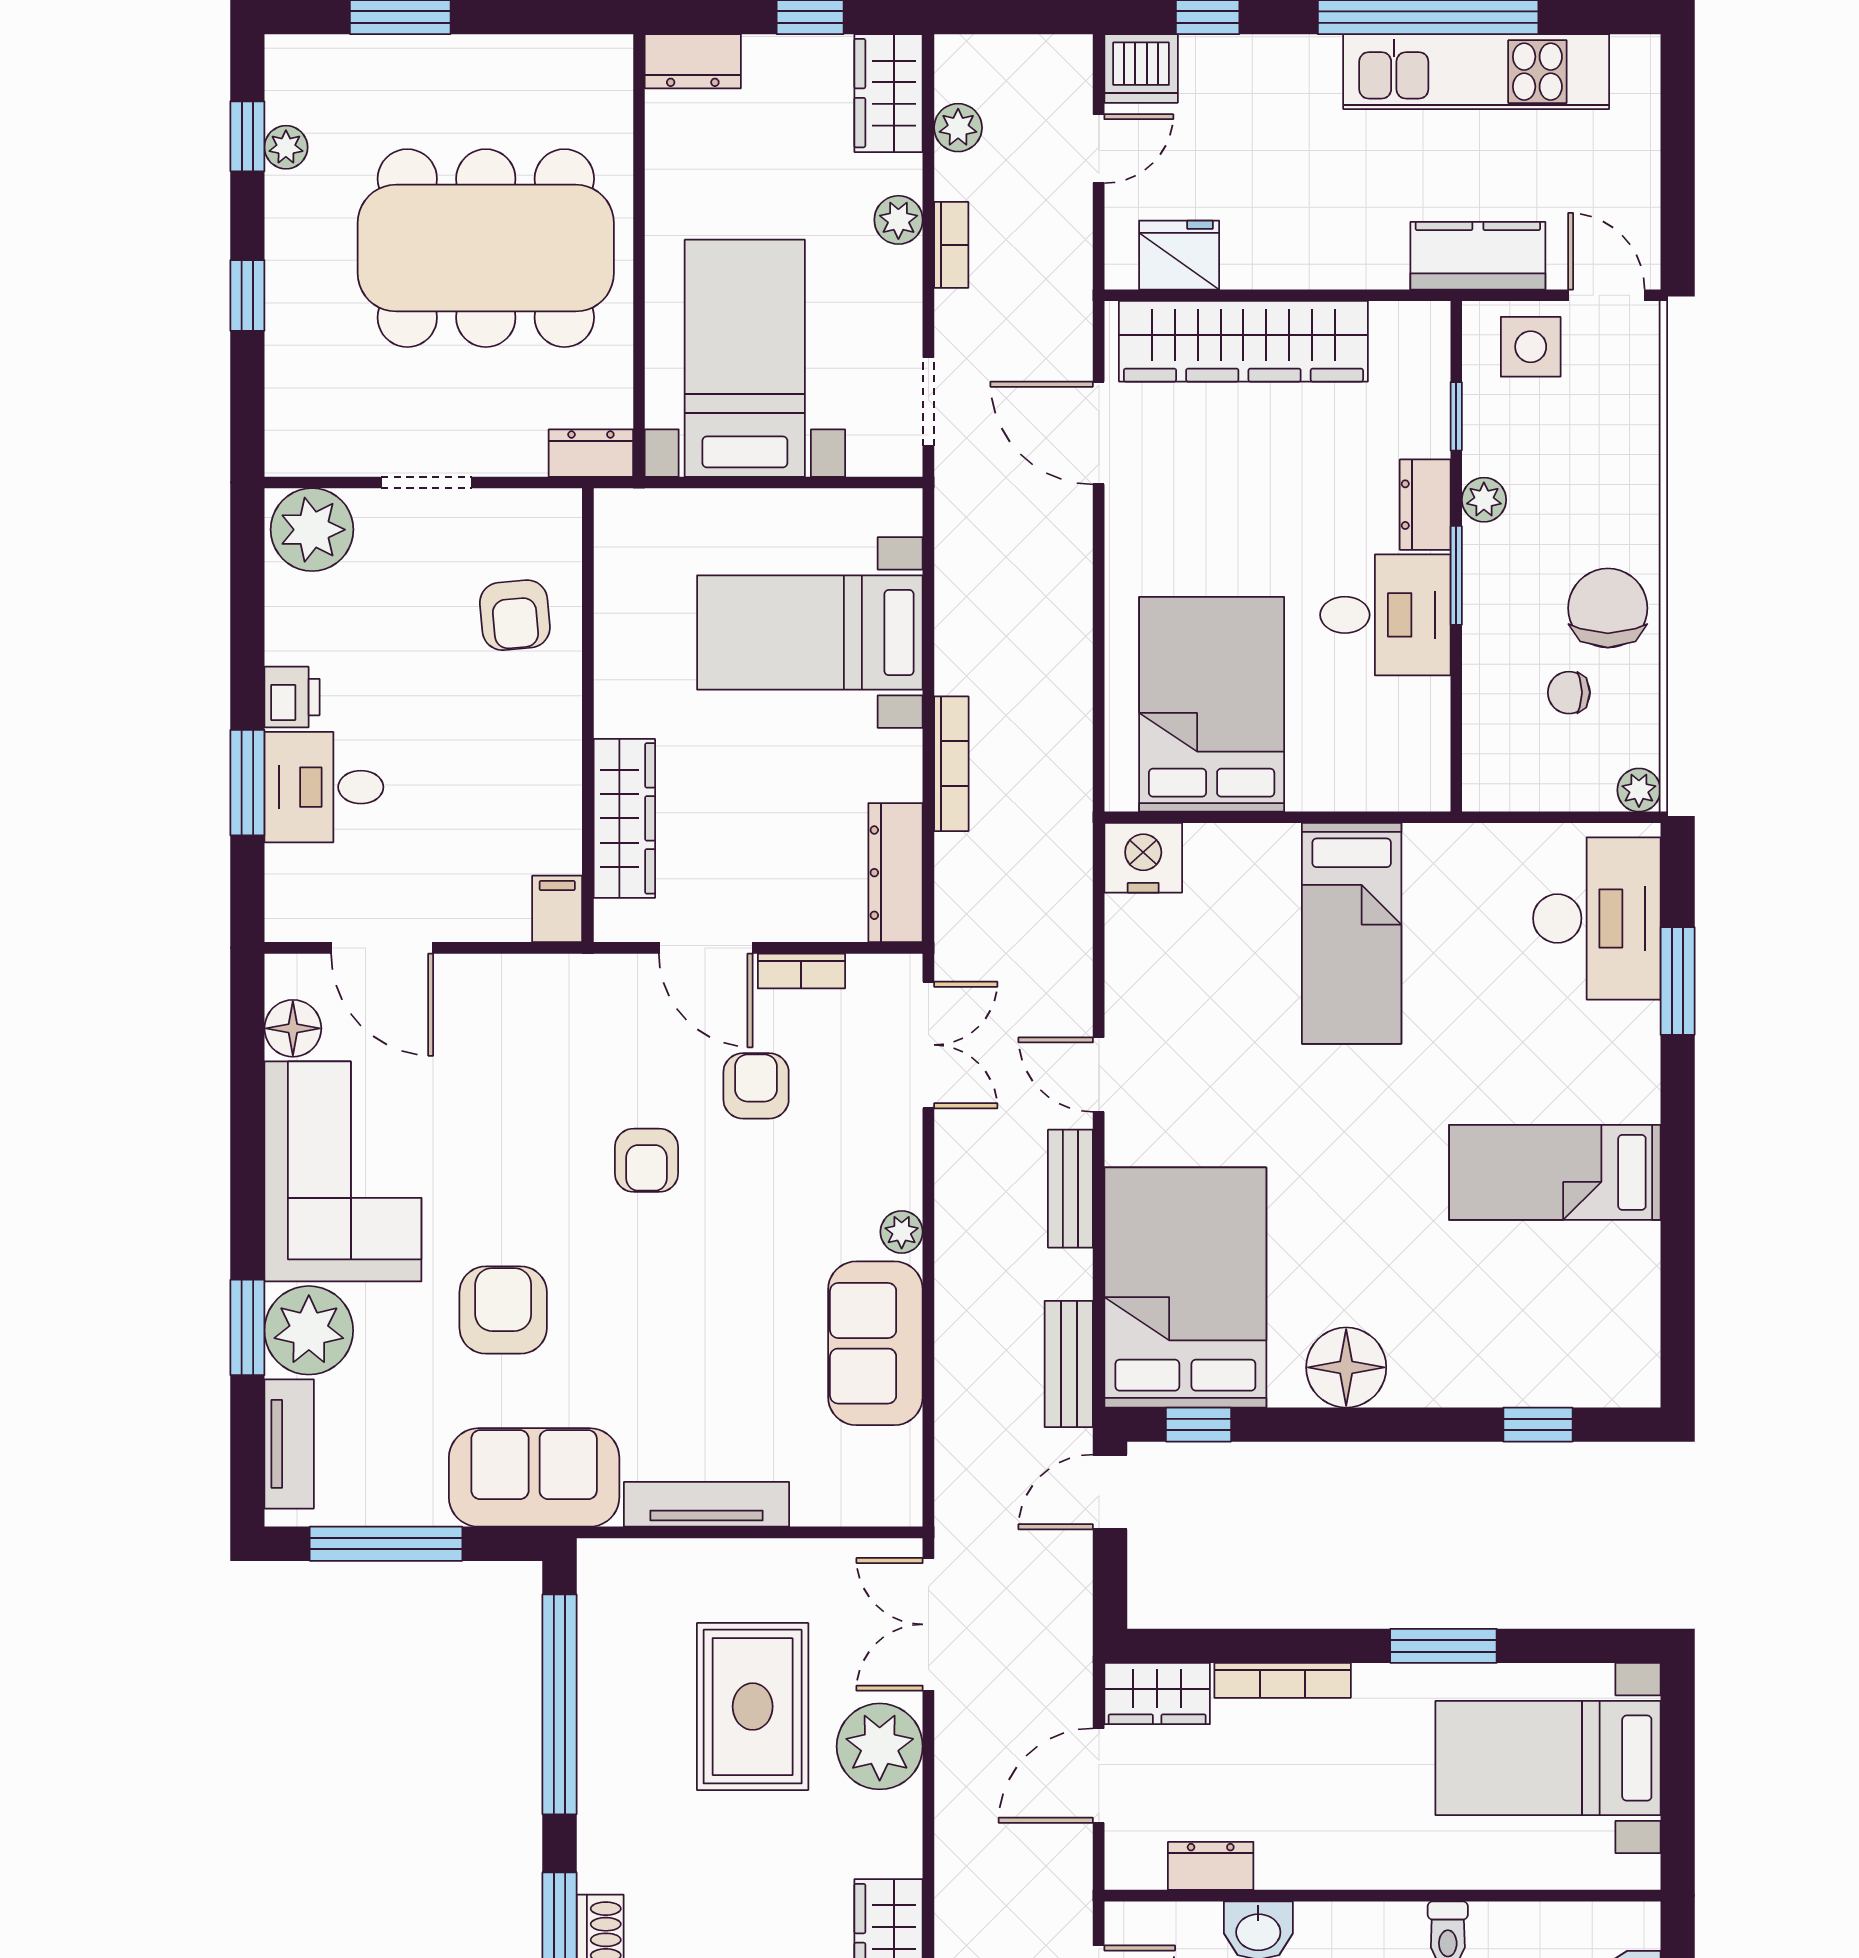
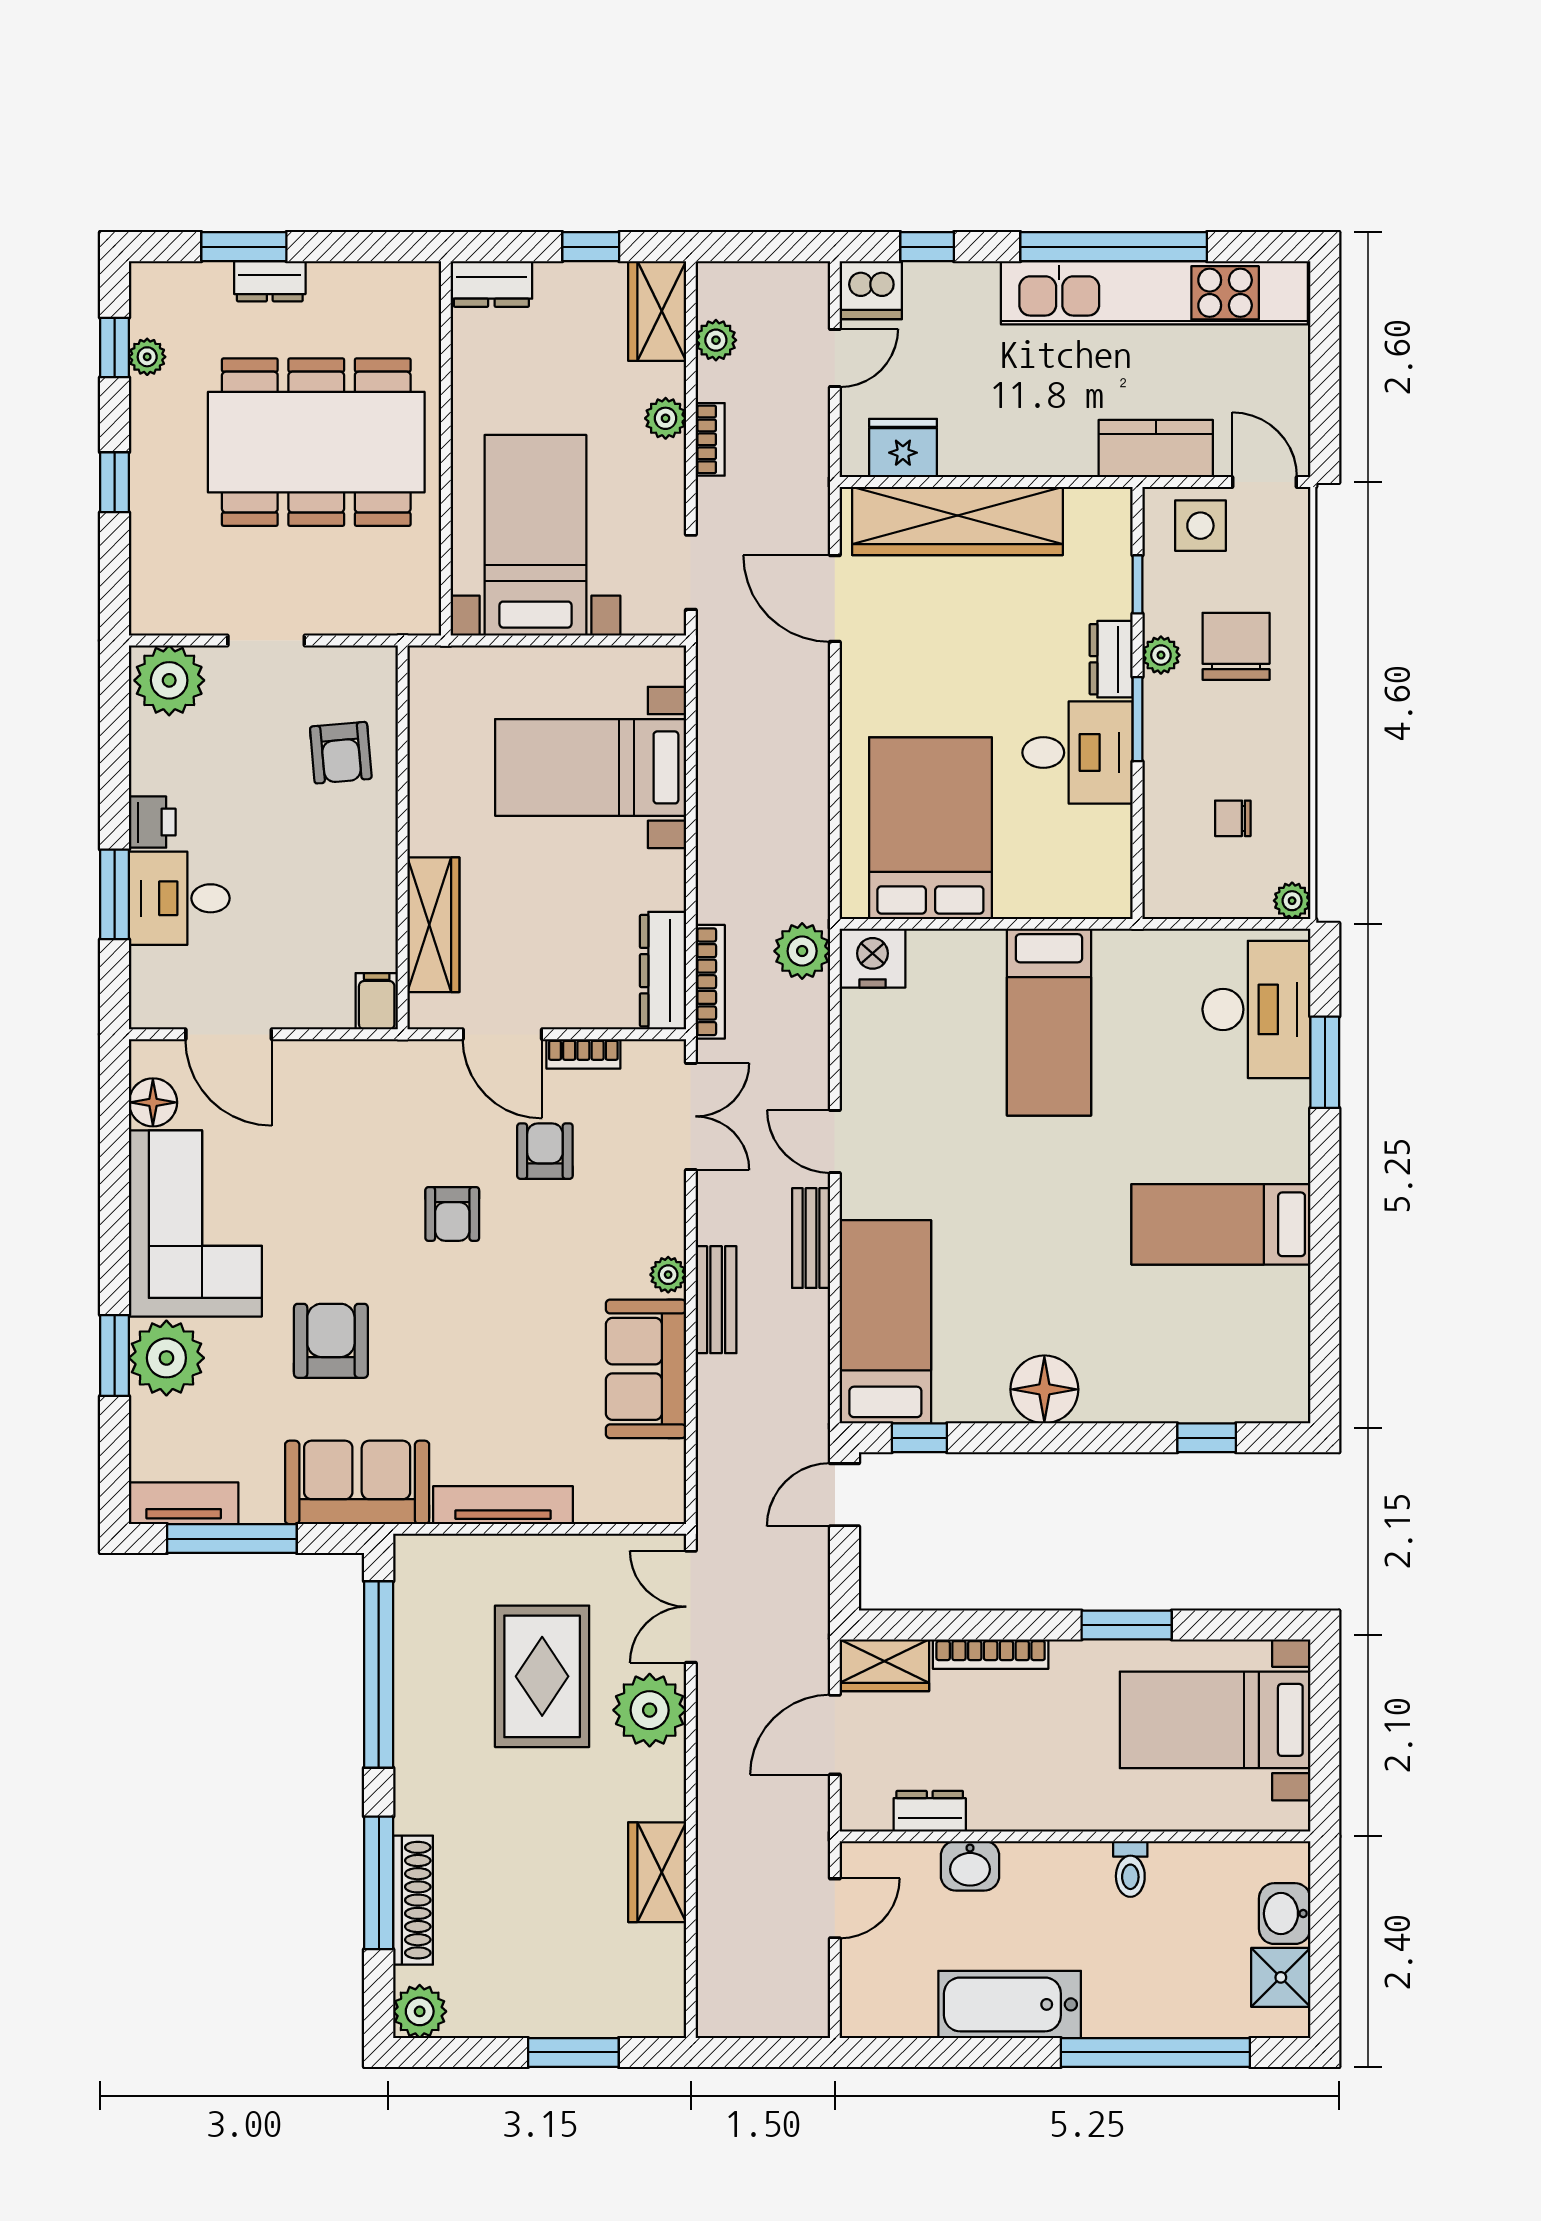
kitchen unit: (1476, 72) -> (1154, 293), width x1.36
dresser: (591, 453) -> (270, 281), moved, turned 180
chair: (1608, 608) -> (1236, 646), moved
bookcase: (951, 764) -> (710, 982), moved
plant: (1060, 849) -> (802, 951), added
bed: (1185, 1288) -> (885, 1322), width x0.67
bench: (1069, 1364) -> (716, 1300), moved
tv unit: (289, 1444) -> (184, 1503), moved, turned -90

